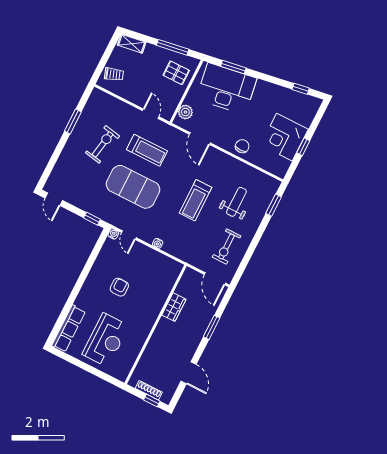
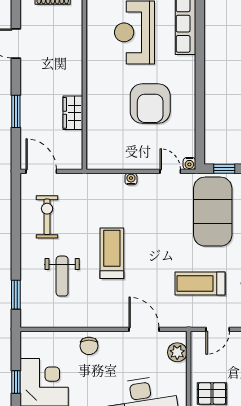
door: (151, 114) -> (218, 329), hinge flipped
exercise mat: (133, 187) -> (213, 212), moved, turned 90
armchair: (119, 287) -> (150, 104), width x1.88, depth x1.88

